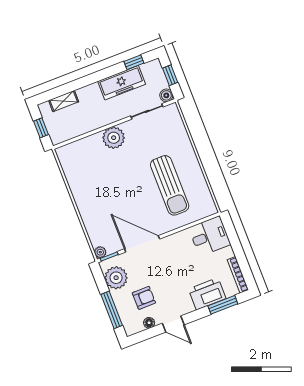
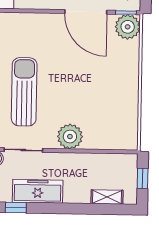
sun lounger: (170, 185) -> (24, 92), moved
plant: (100, 252) -> (128, 27), width x1.88, depth x1.88

